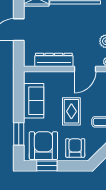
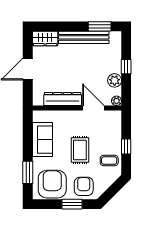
door: (85, 69) -> (93, 108), swing flipped
window: (47, 166) -> (72, 204), moved

